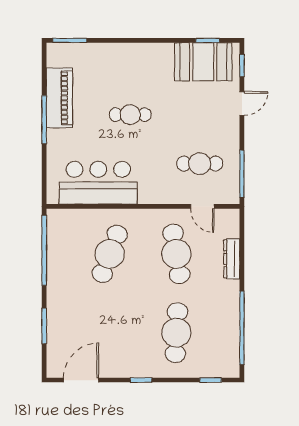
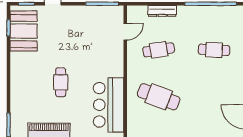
cafe table: (200, 164) -> (95, 34), removed
cafe table: (176, 254) -> (159, 50), width x0.73, depth x0.74
cafe table: (176, 333) -> (214, 50), width x0.73, depth x0.74

